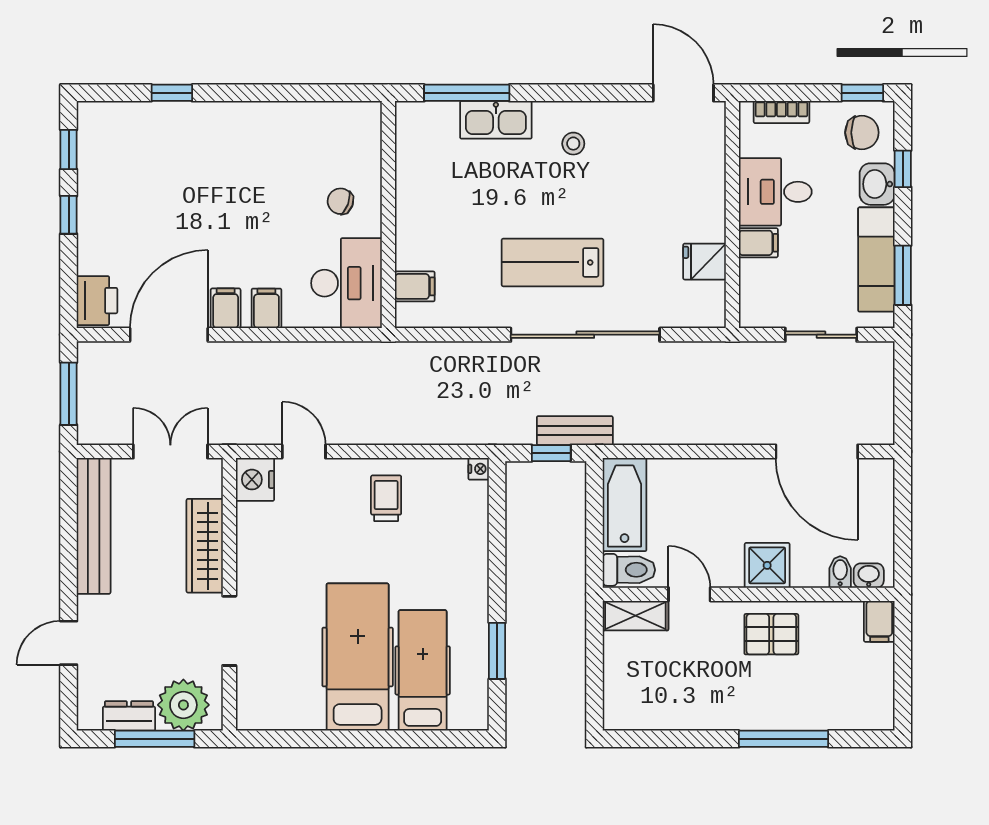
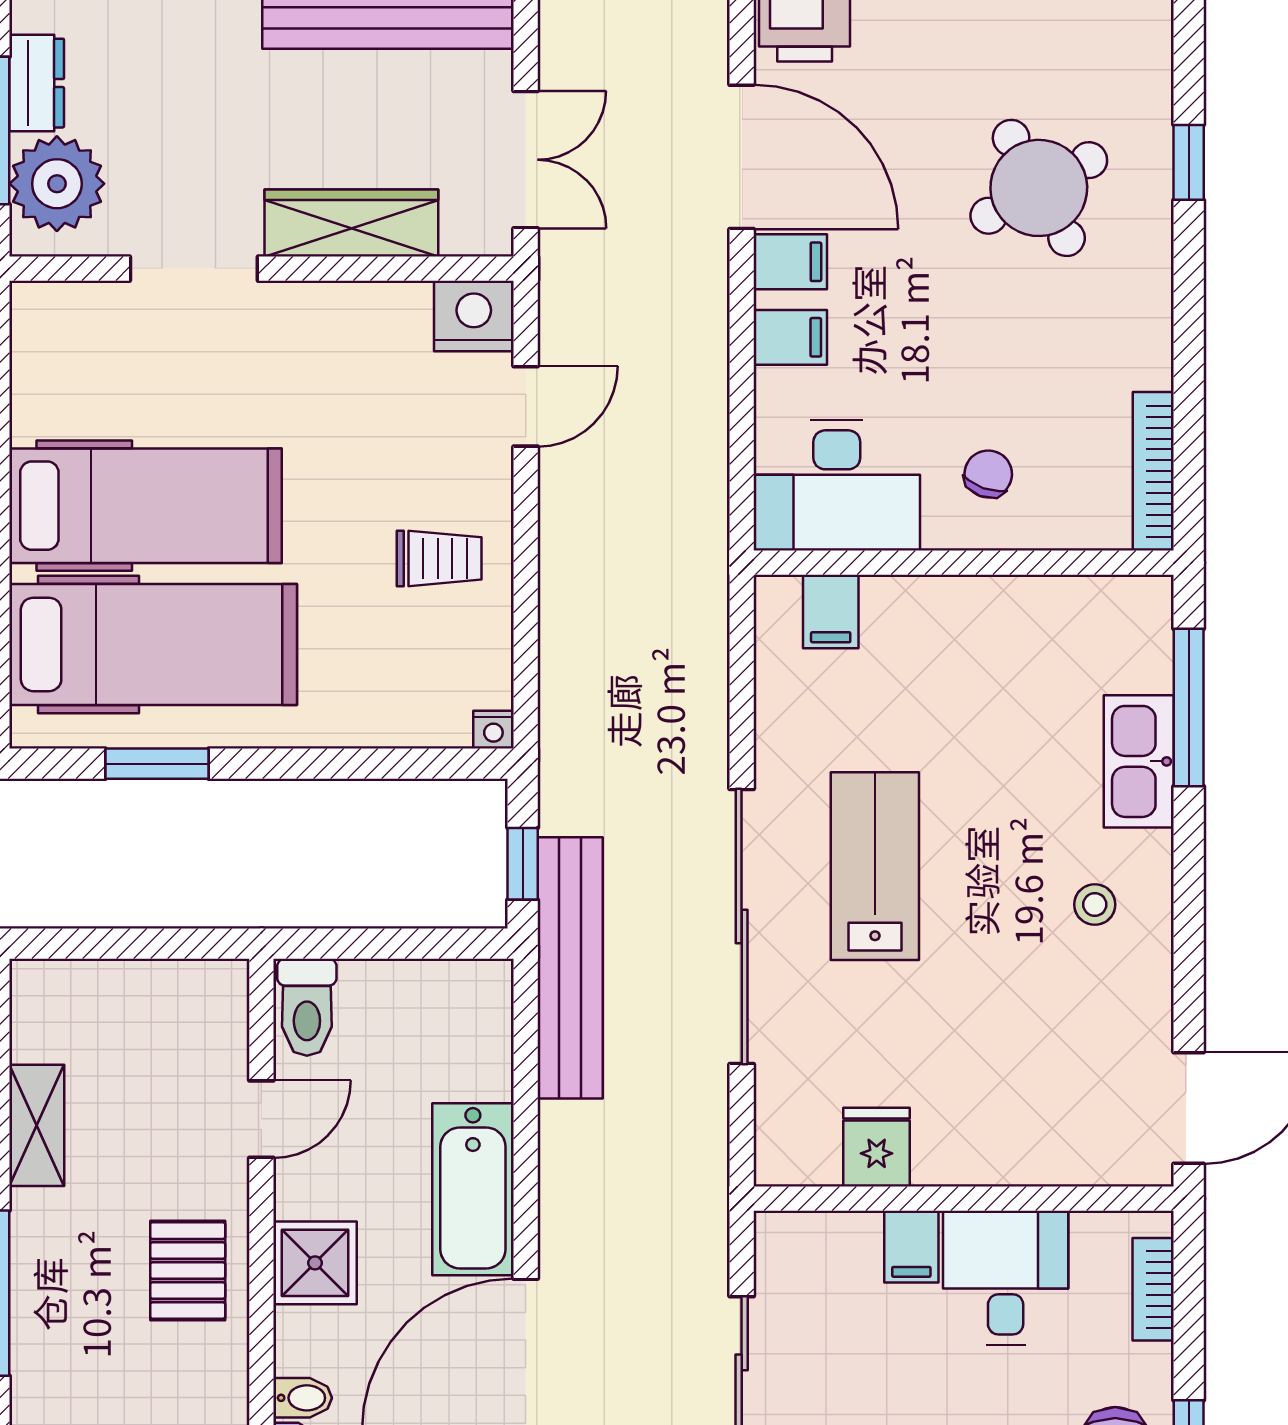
bookcase: (339, 112) -> (1153, 471), added
round table: (186, 174) -> (1039, 188), added
bench: (575, 431) -> (570, 968), width x1.86, depth x1.21
bathtub: (625, 505) -> (473, 1189), moved, turned 90
shelving: (635, 616) -> (37, 1125), moved
hospital bed: (423, 670) -> (153, 644), width x1.37, depth x1.29

